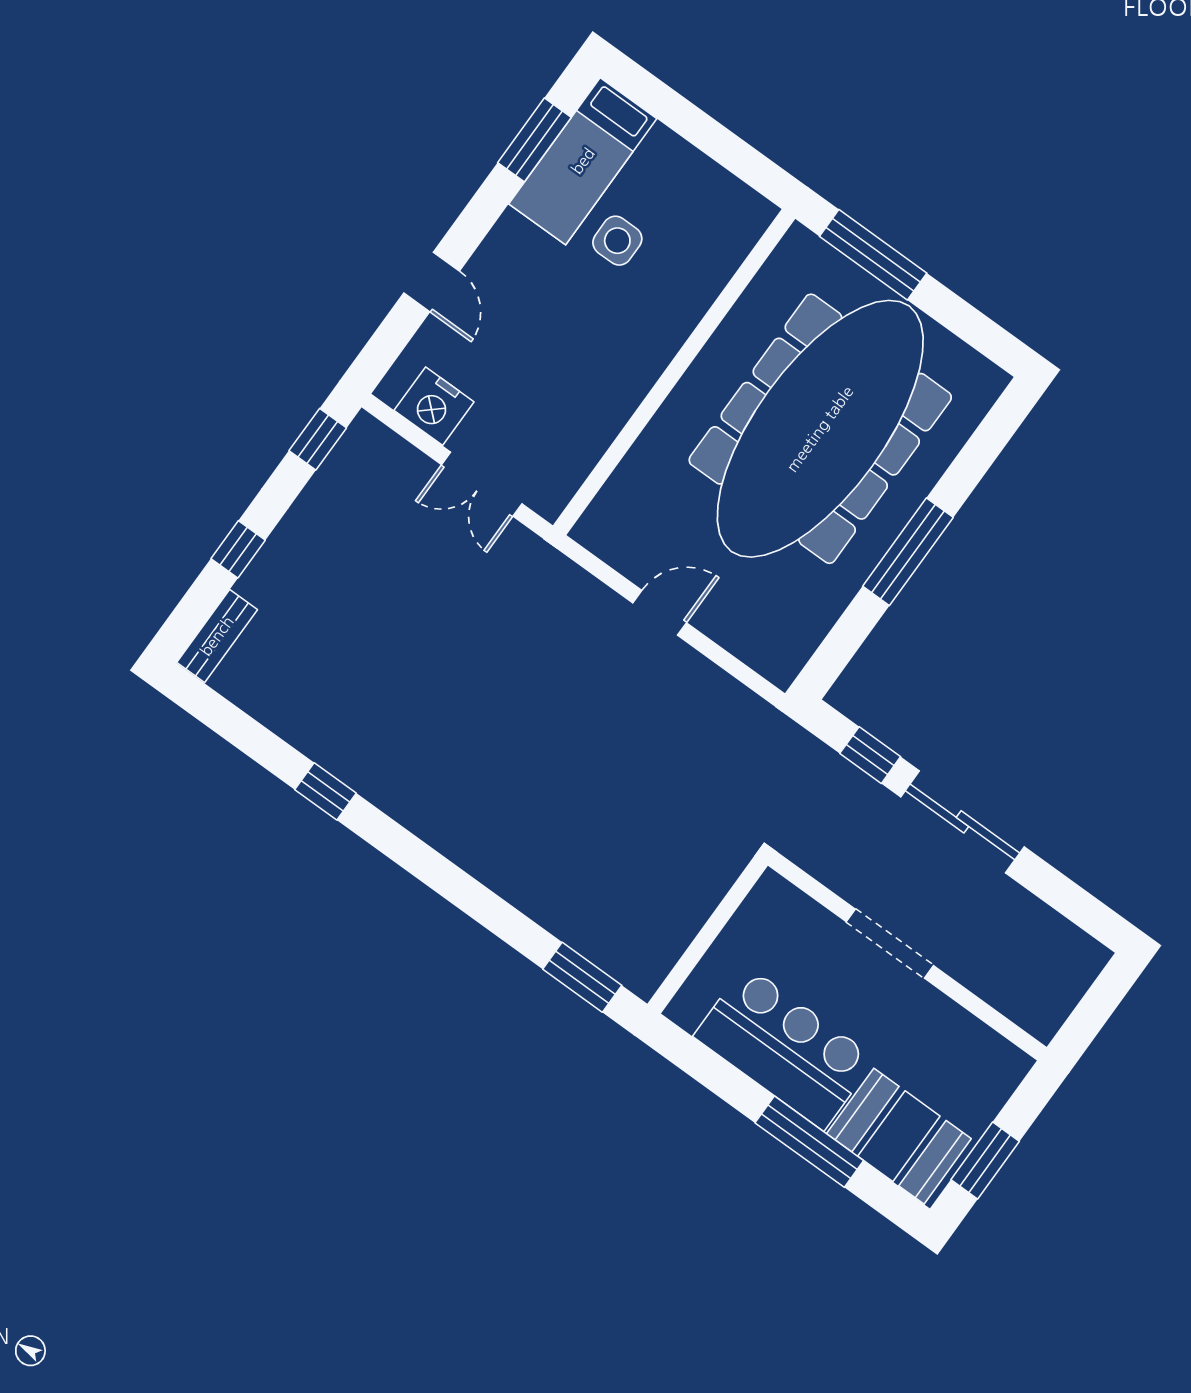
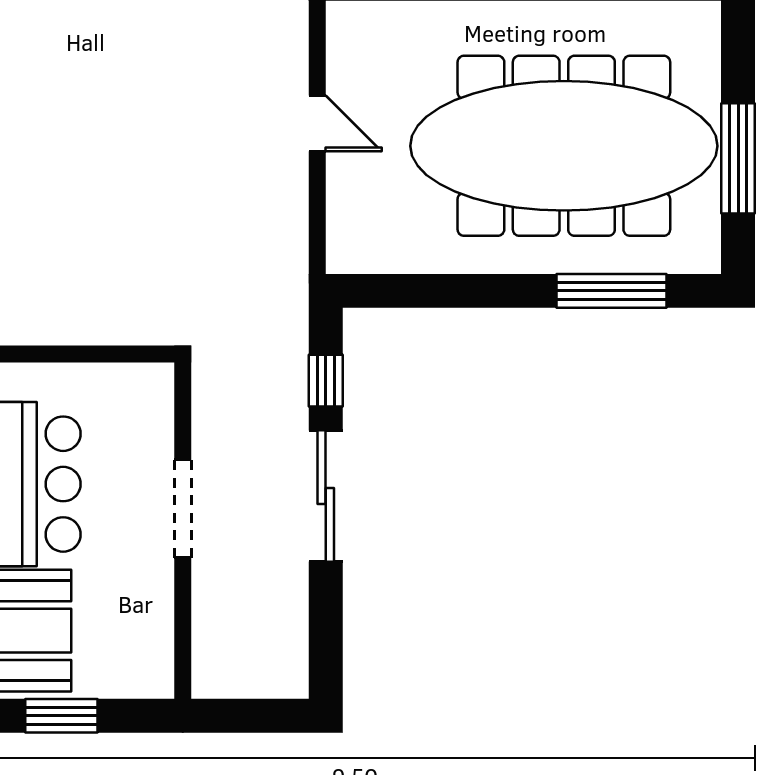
window: (873, 255) -> (738, 158), moved
window: (908, 552) -> (612, 291), moved

